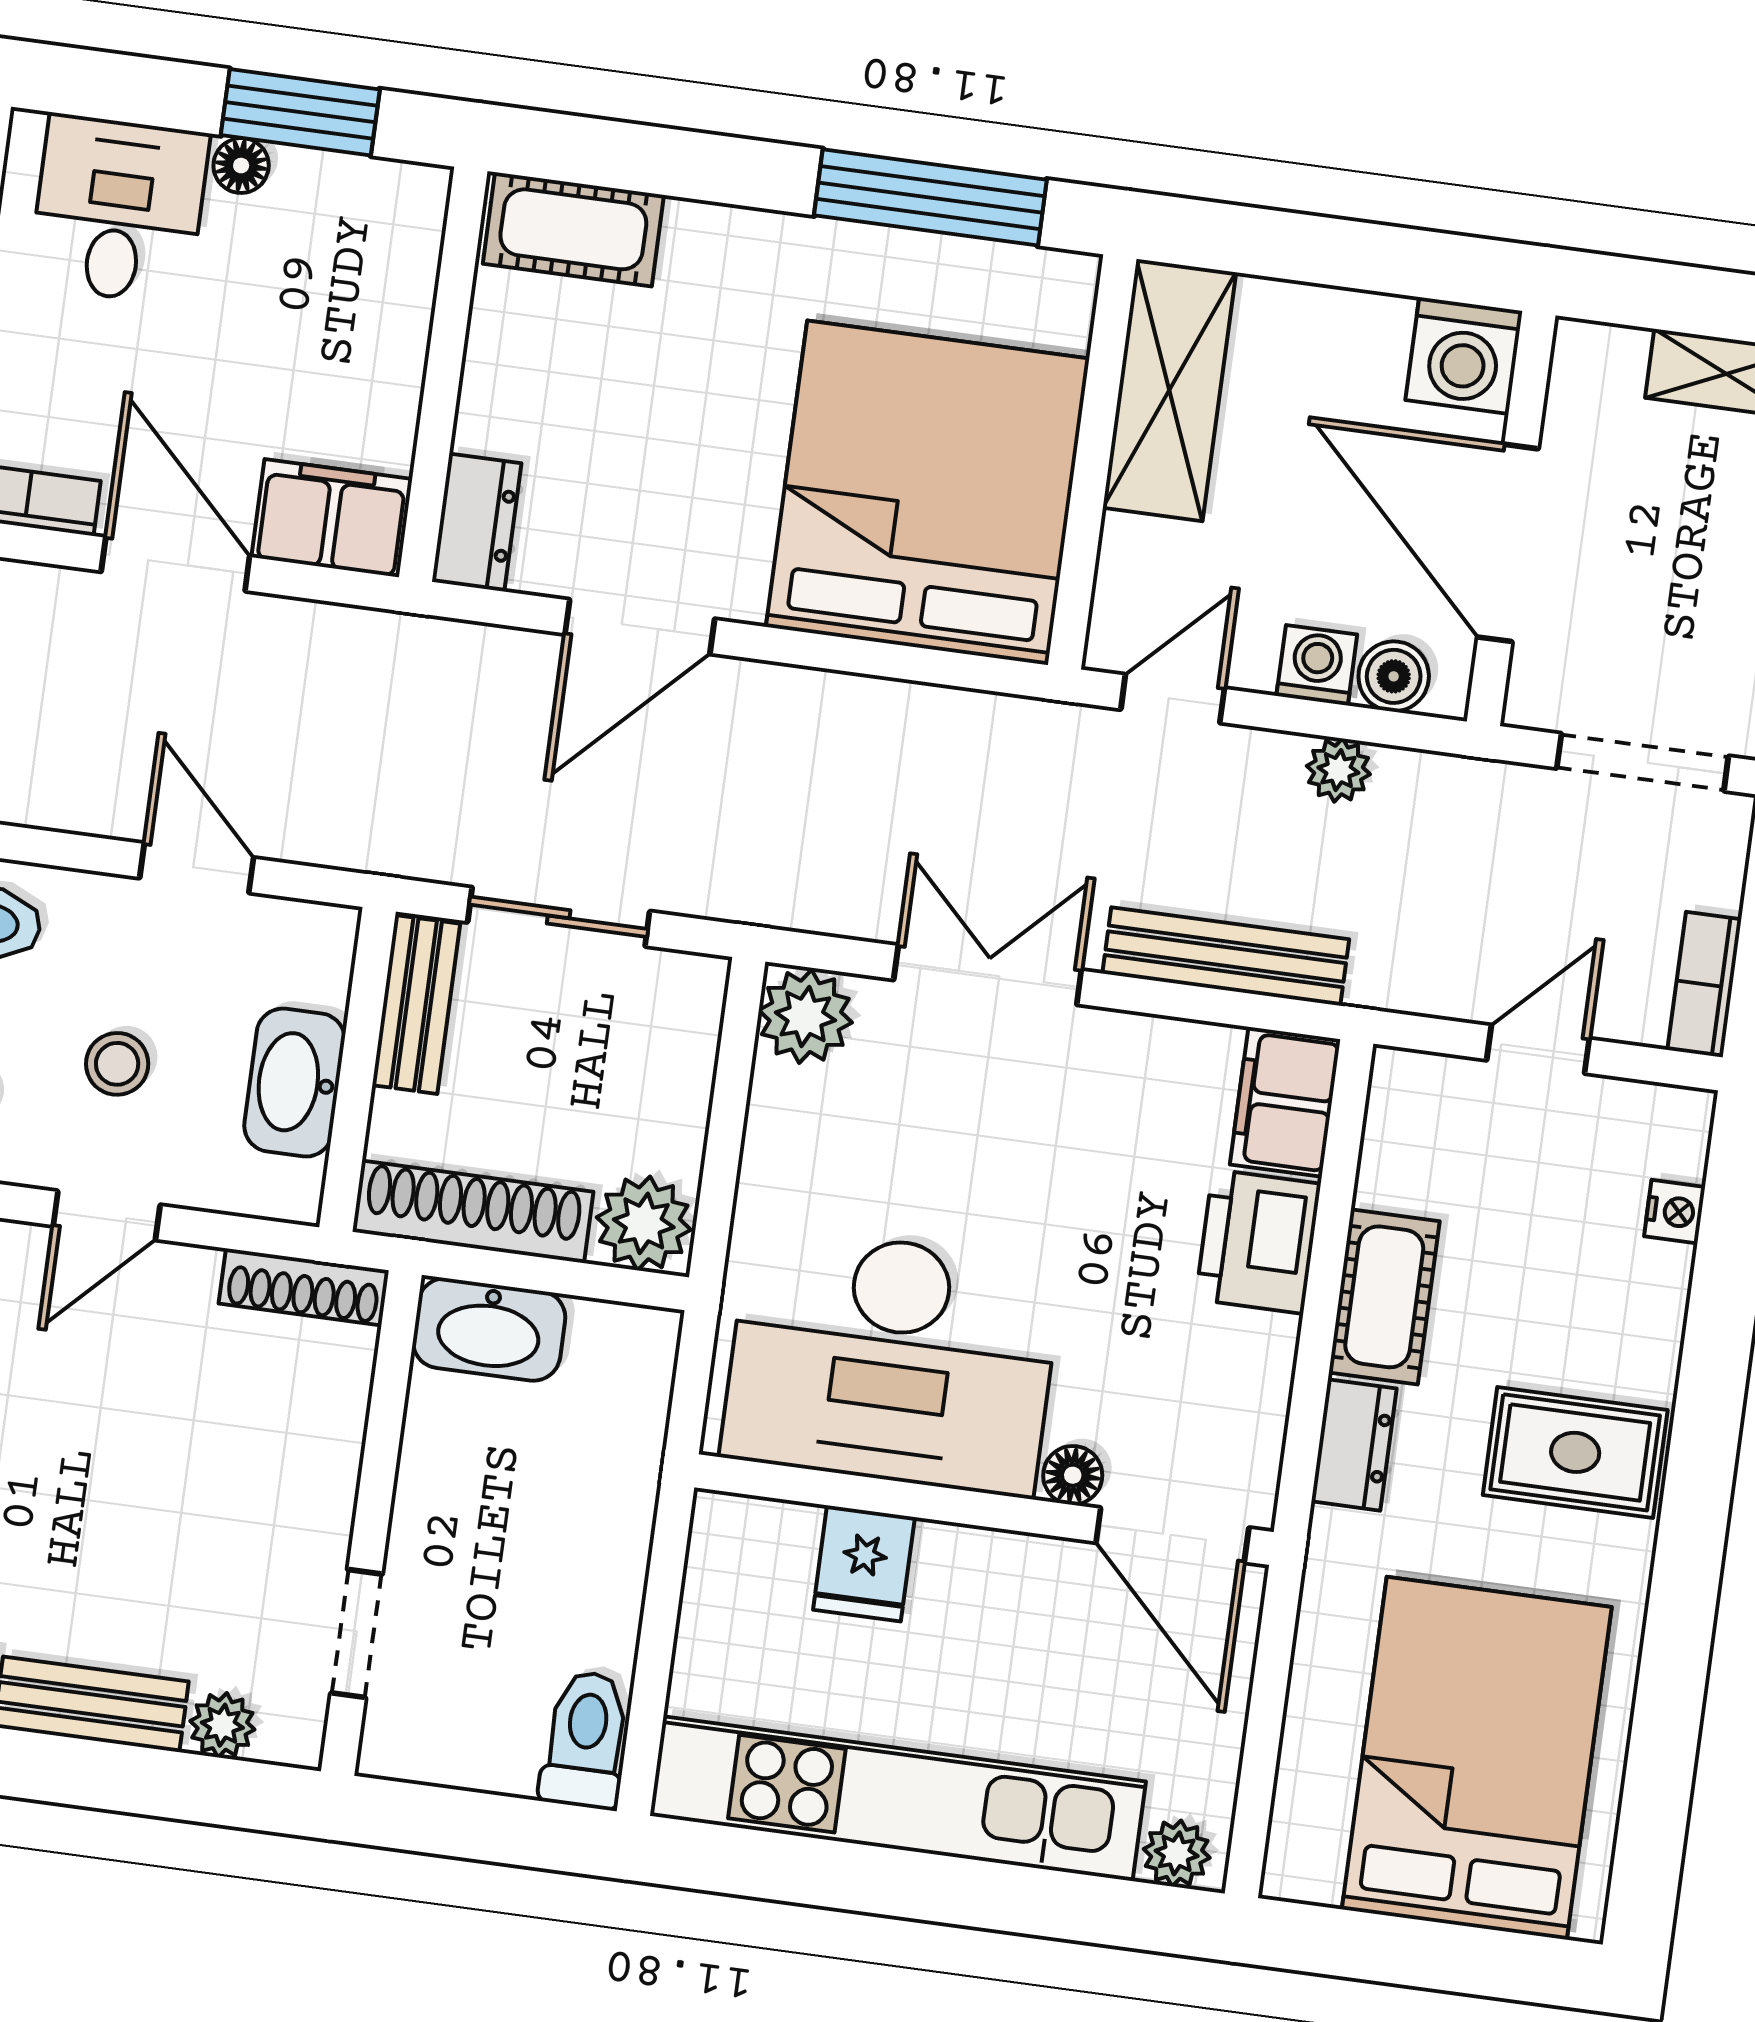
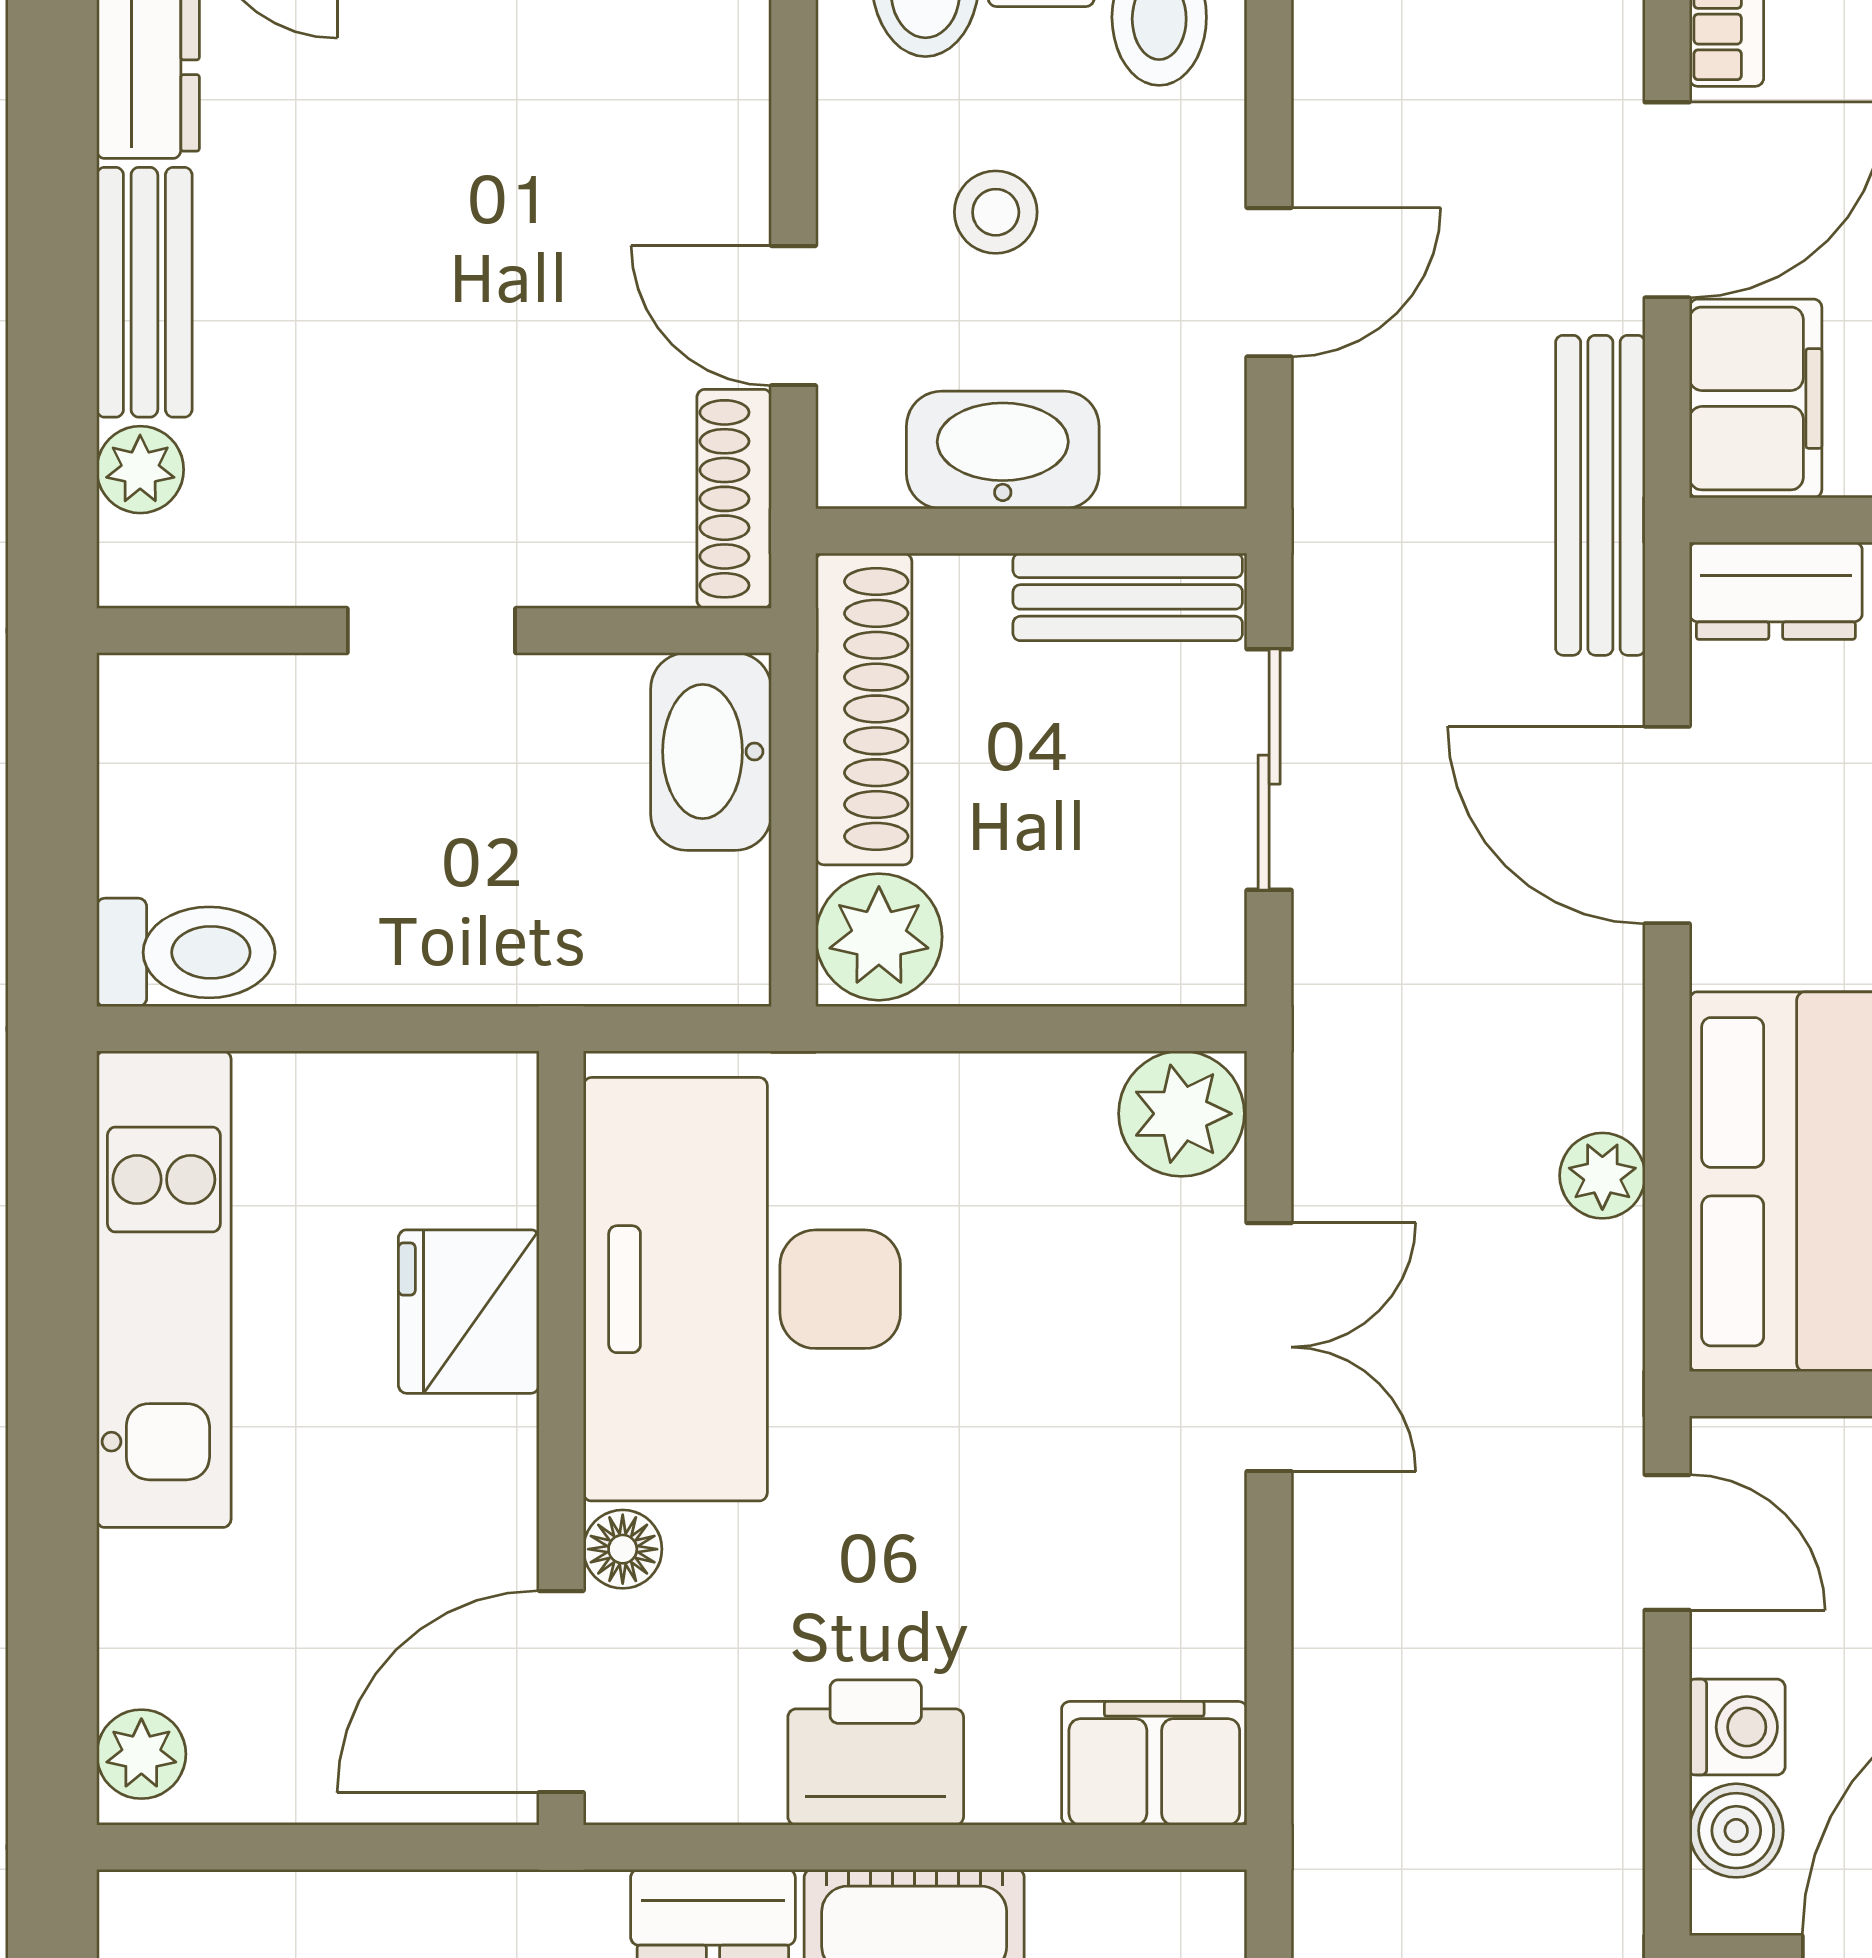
plant: (1338, 770) -> (1602, 1176), moved
bench: (1226, 956) -> (1600, 495), moved
door: (107, 1215) -> (793, 316), moved
printer: (1258, 1241) -> (876, 1752), moved
fridge: (864, 1563) -> (469, 1312), width x1.38
doorway: (357, 1634) -> (431, 631), moved
kitchen unit: (898, 1799) -> (164, 1289), width x0.73

